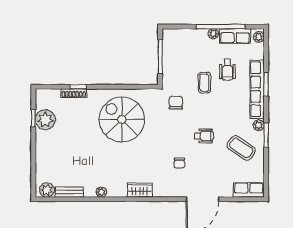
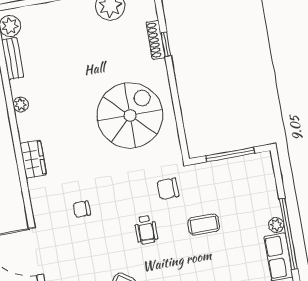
wheelchair: (227, 70) -> (228, 254), removed
chair: (176, 103) -> (168, 189), turned 180
wheelchair: (204, 136) -> (146, 230), moved

